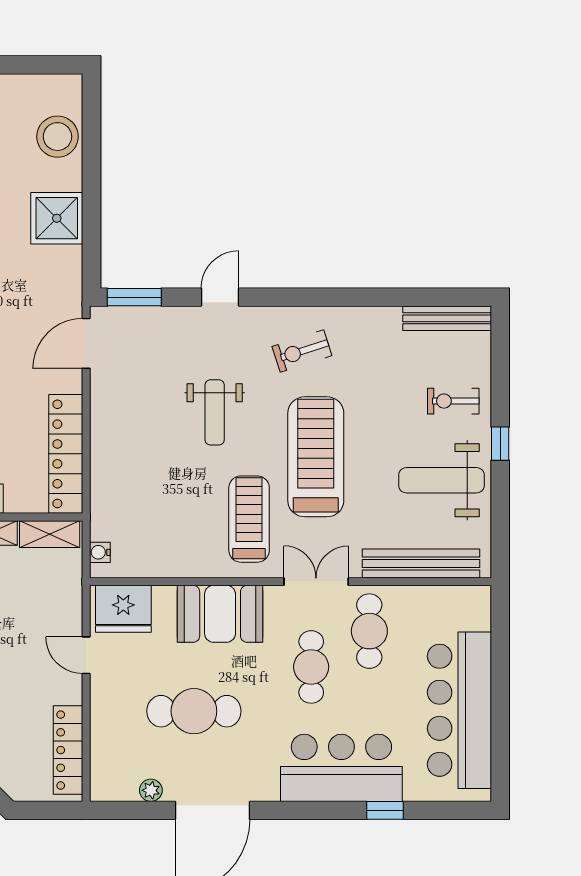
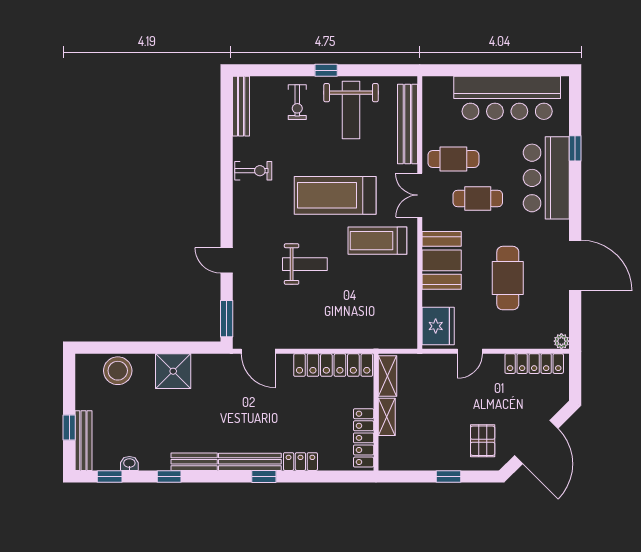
exercise bike: (302, 351) -> (253, 171), moved, turned -72
water cooler: (100, 552) -> (400, 342), removed
plant: (151, 790) -> (561, 341), moved

